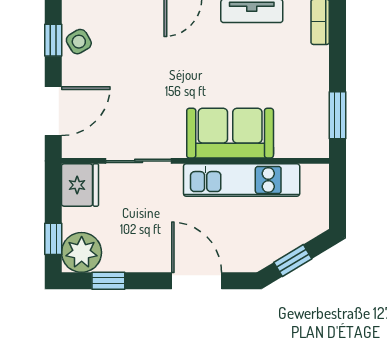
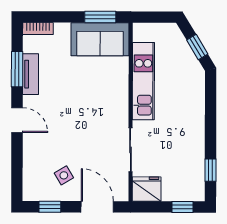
side table: (79, 42) -> (64, 175), moved
sofa: (230, 133) -> (100, 39), moved, turned -90
plant: (82, 252) -> (192, 188), removed
door: (197, 281) -> (211, 111), removed

